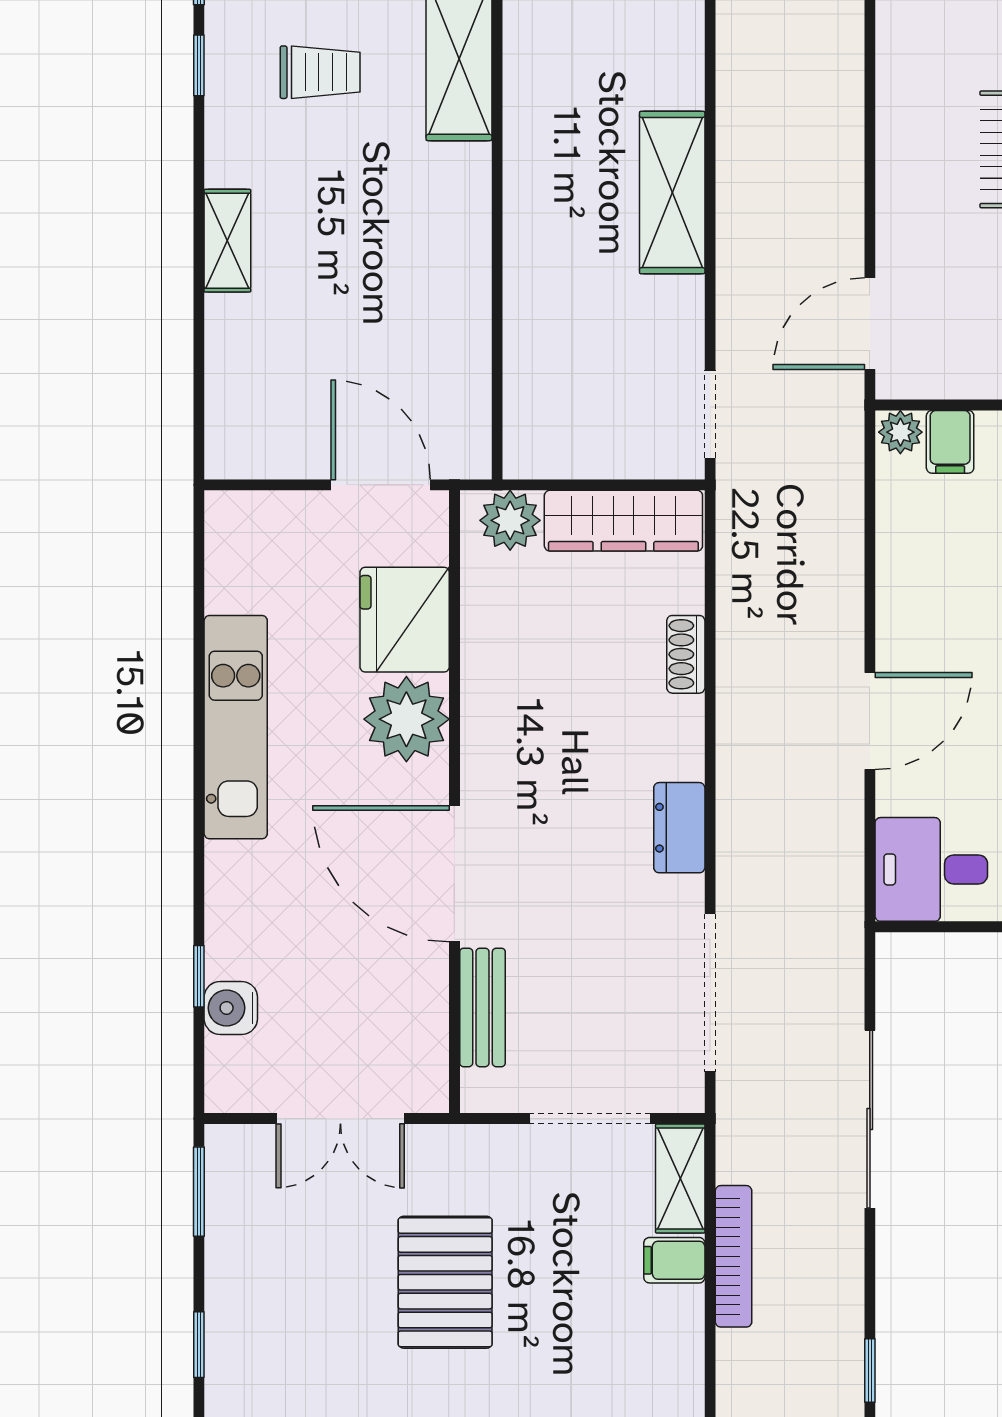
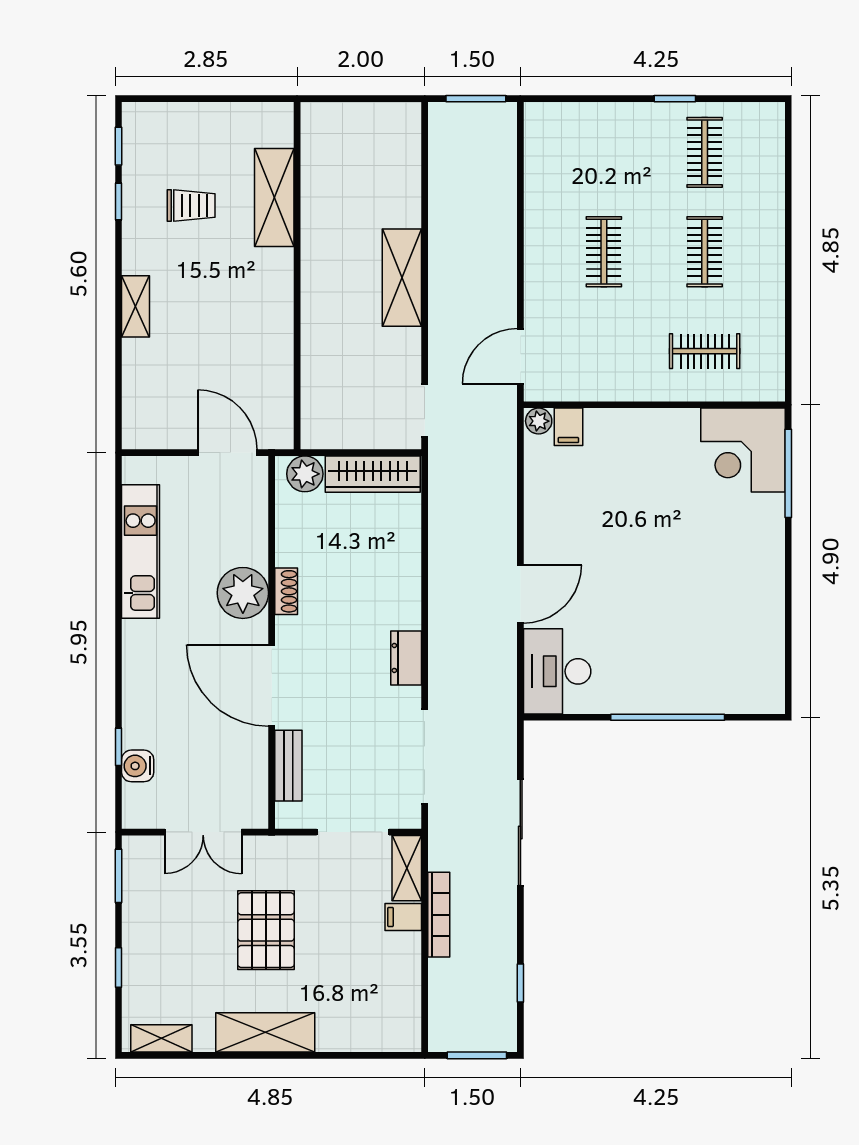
fridge: (405, 620) -> (242, 533), removed
shoe rack: (686, 654) -> (286, 591), moved, turned 180
kitchen unit: (236, 727) -> (141, 551), moved
desk: (931, 869) -> (557, 671), width x1.37

